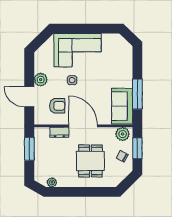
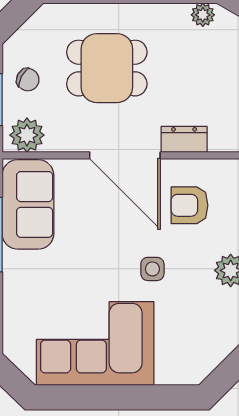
corner sofa: (78, 50) -> (95, 344), moved
dining table: (90, 161) -> (107, 68), turned 90

